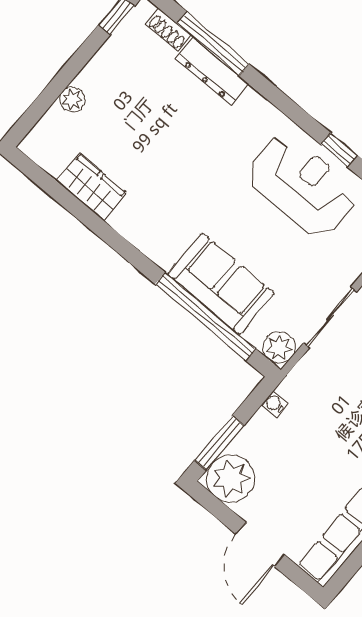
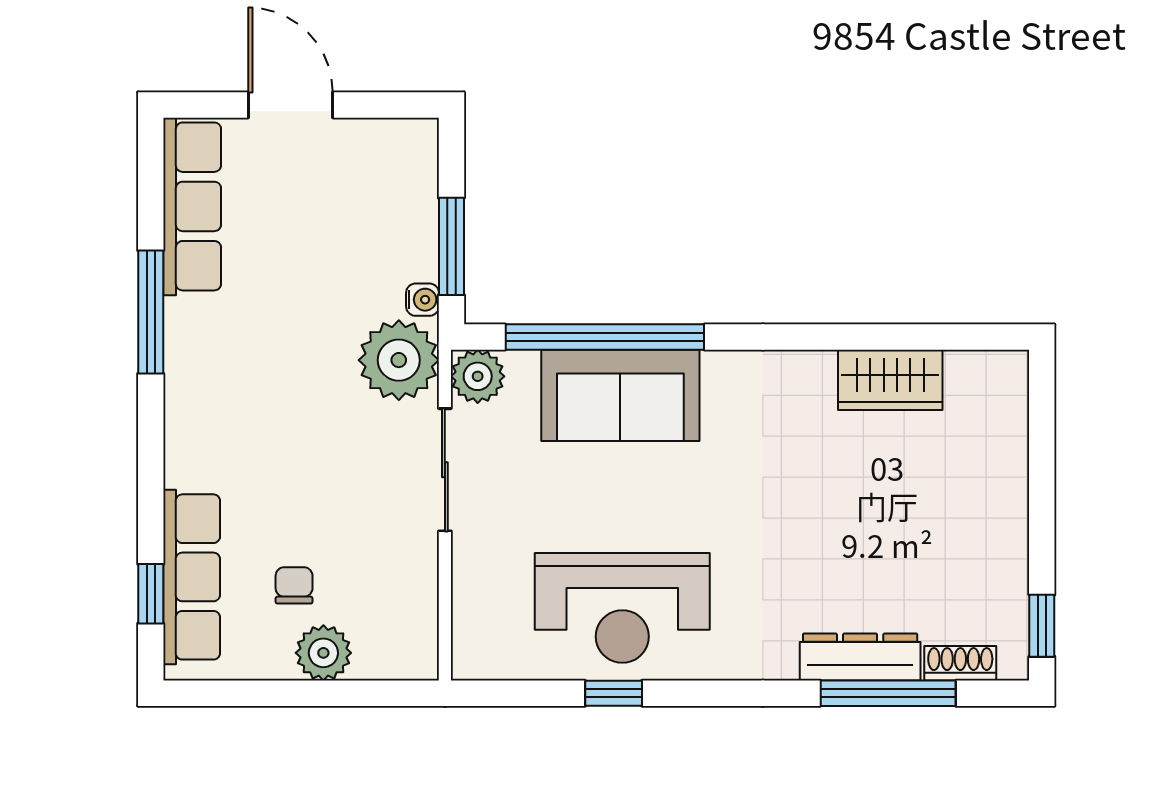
plant: (72, 100) -> (1008, 471), removed
window: (219, 443) -> (451, 246), moved
plant: (231, 478) -> (399, 360), moved

